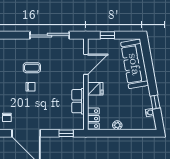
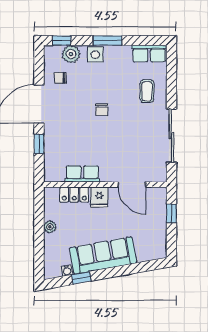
sofa: (135, 64) -> (103, 255), moved
coffee table: (32, 68) -> (147, 91), moved
locker: (93, 119) -> (74, 195), moved
window: (66, 133) -> (39, 144), moved

